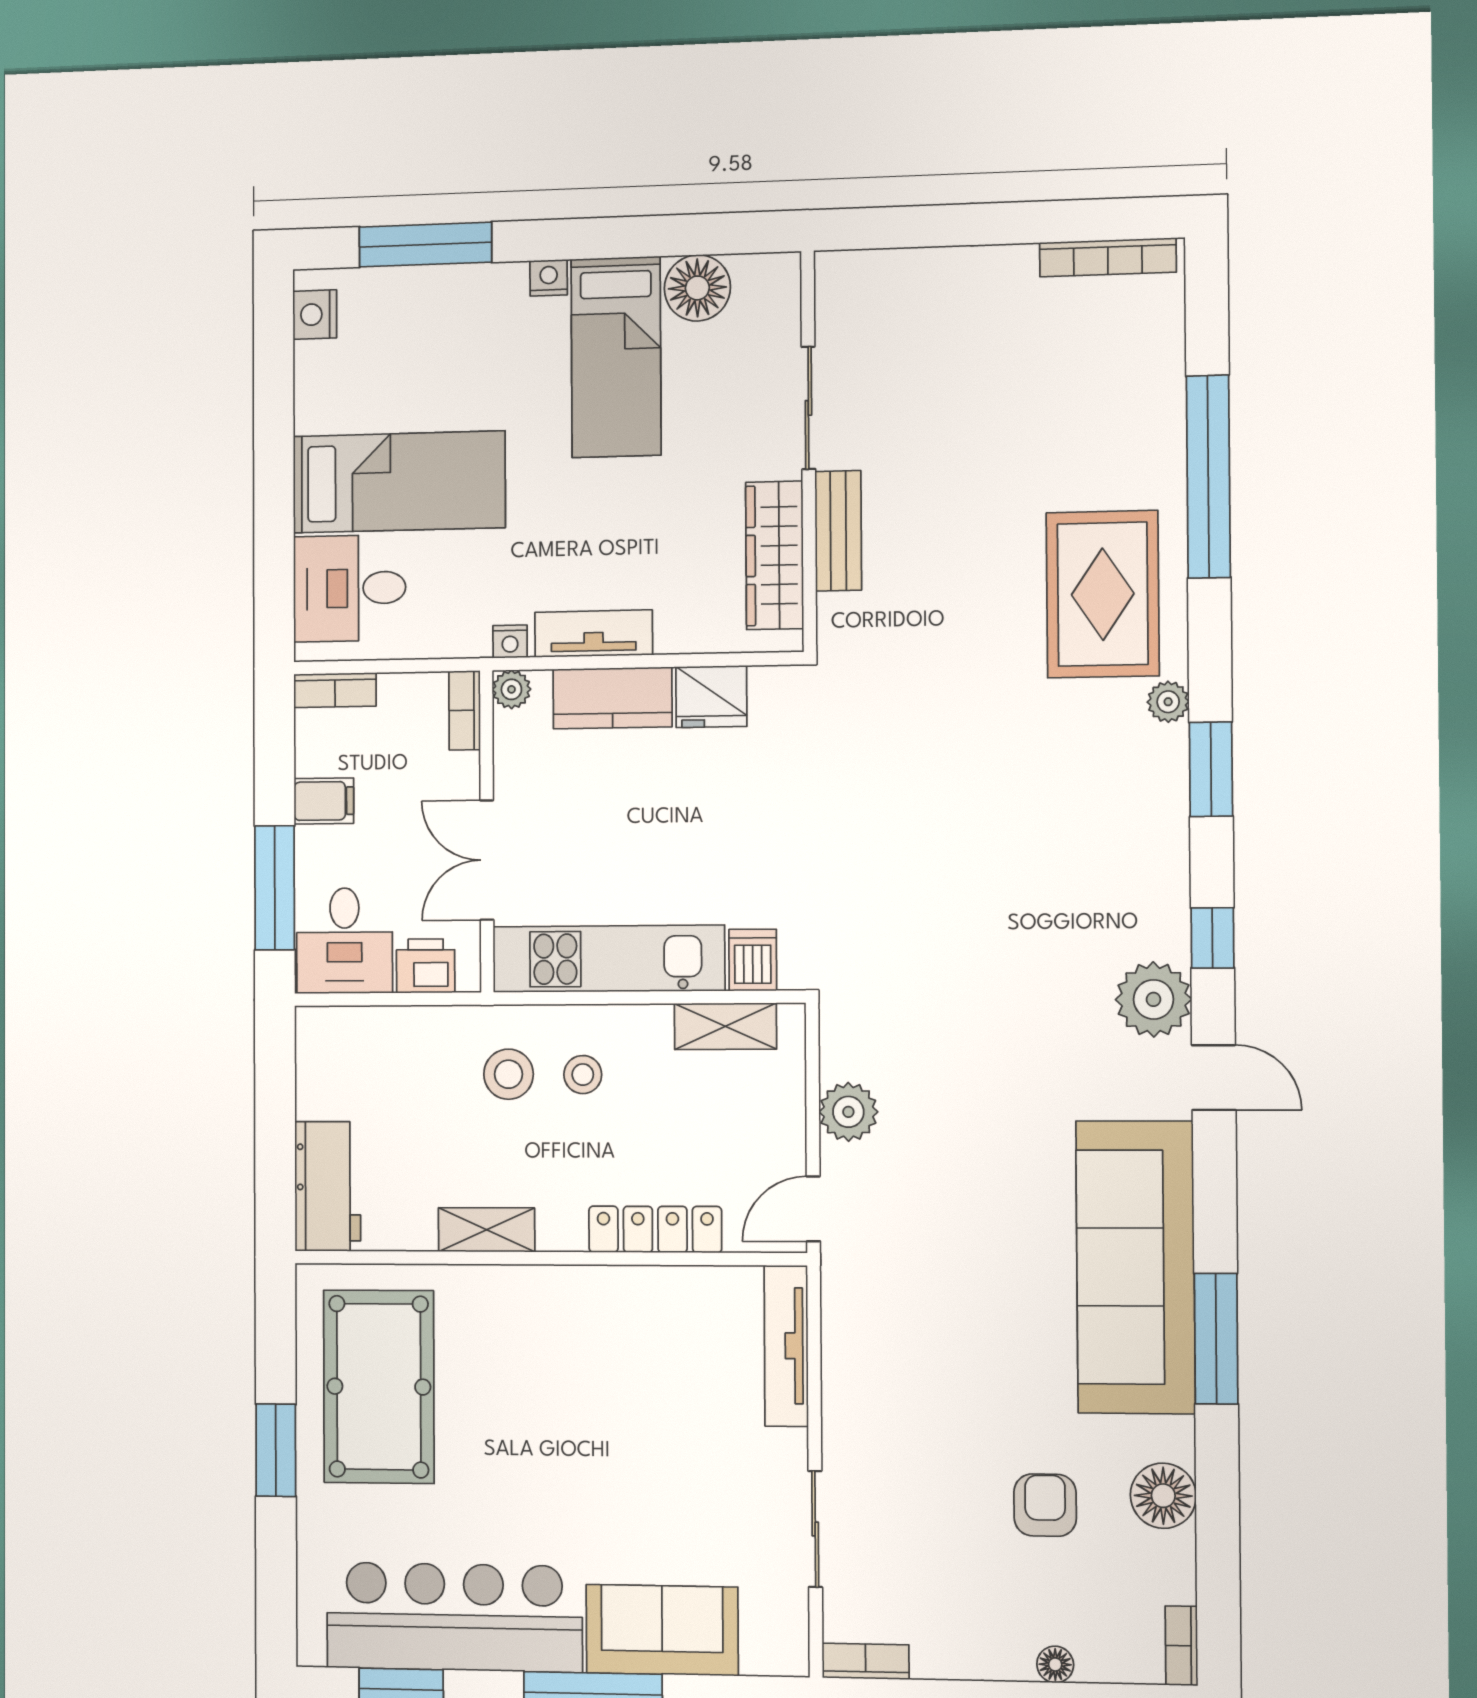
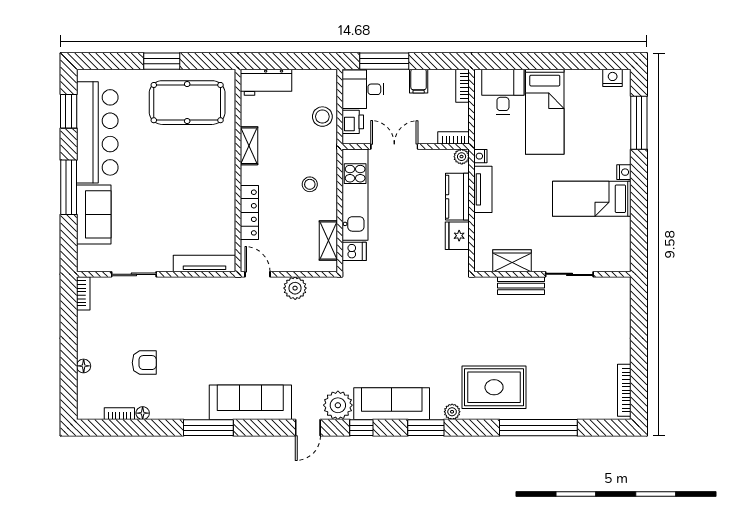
floor lamp: (697, 288) -> (618, 231), removed
wardrobe: (775, 555) -> (512, 261), width x0.67
sofa: (1148, 859) -> (392, 404), added
stool: (508, 1074) -> (322, 117), moved
sofa: (1135, 1267) -> (250, 402), width x0.74, depth x0.79
floor lamp: (1163, 1496) -> (143, 413), width x0.53, depth x0.53
bookcase: (1182, 1646) -> (119, 414), moved

